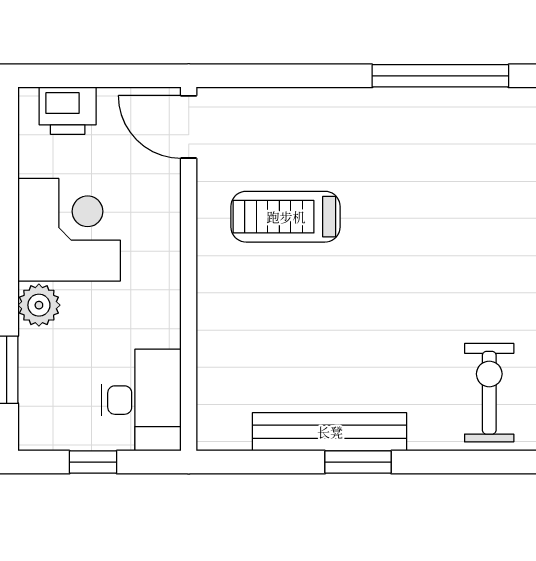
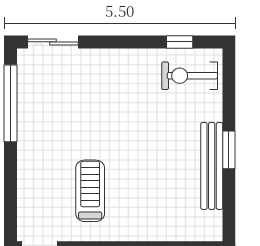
treadmill: (286, 217) -> (90, 191), turned 180

